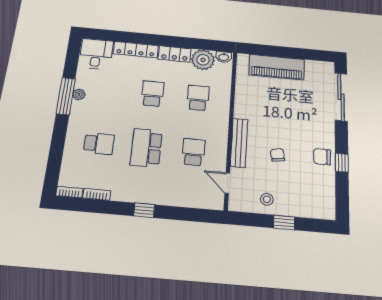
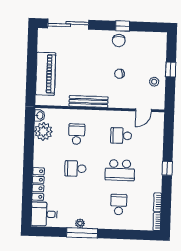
locker: (175, 54) -> (40, 154), removed
school desk: (198, 98) -> (77, 134), turned 90
bench: (239, 143) -> (89, 101), moved

